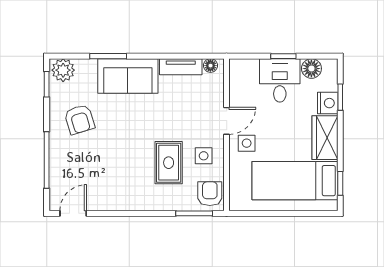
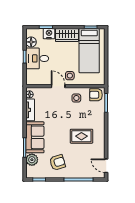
plant: (63, 70) -> (32, 160), moved
rug: (169, 163) -> (81, 136), moved

